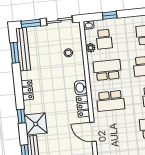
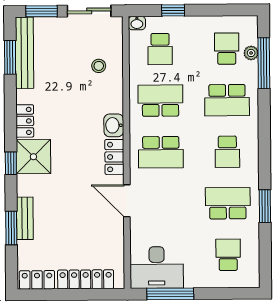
plant: (91, 48) -> (136, 61), removed
shower: (36, 124) -> (33, 157), moved

